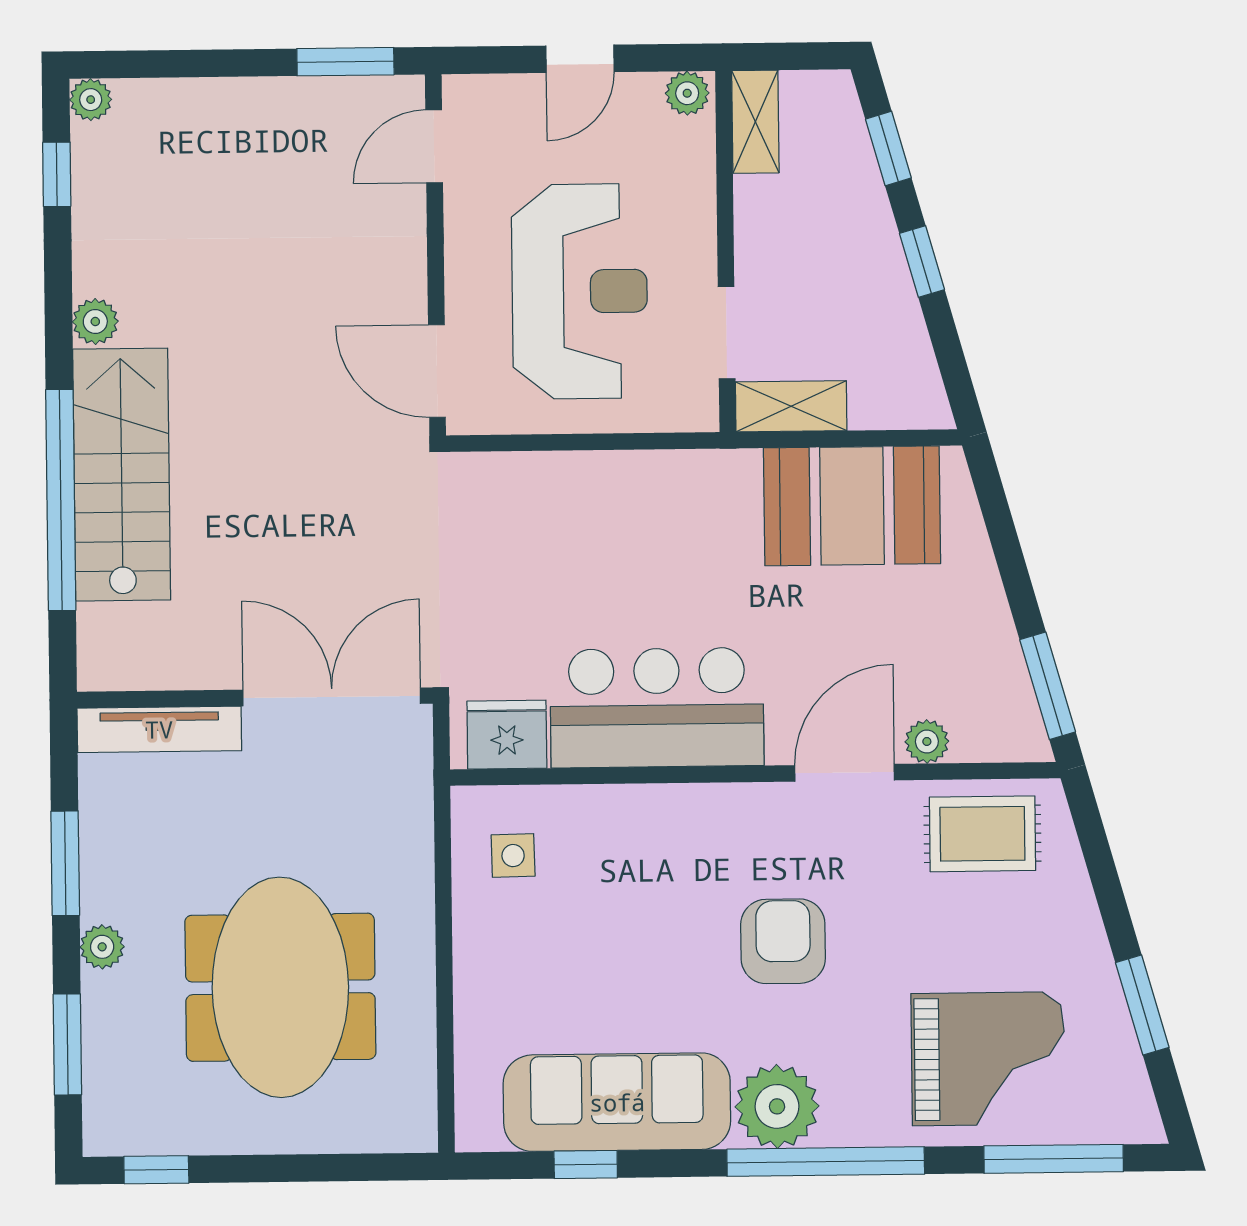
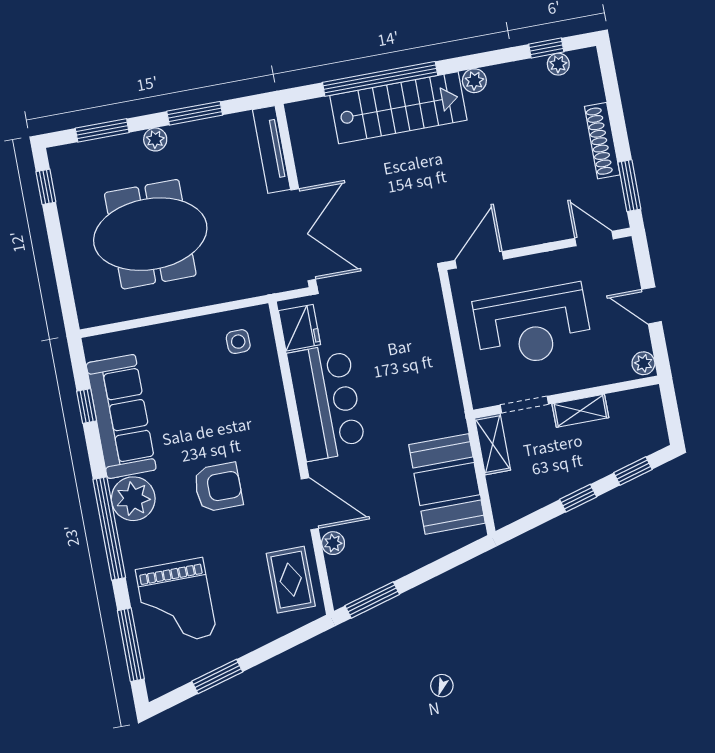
shoe rack: (251, 99) -> (602, 141), added
plant: (91, 100) -> (558, 64), moved
shelving: (755, 122) -> (580, 411), moved

